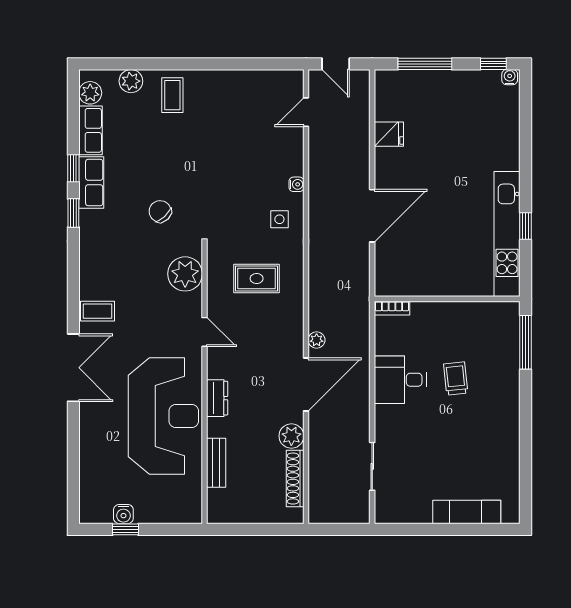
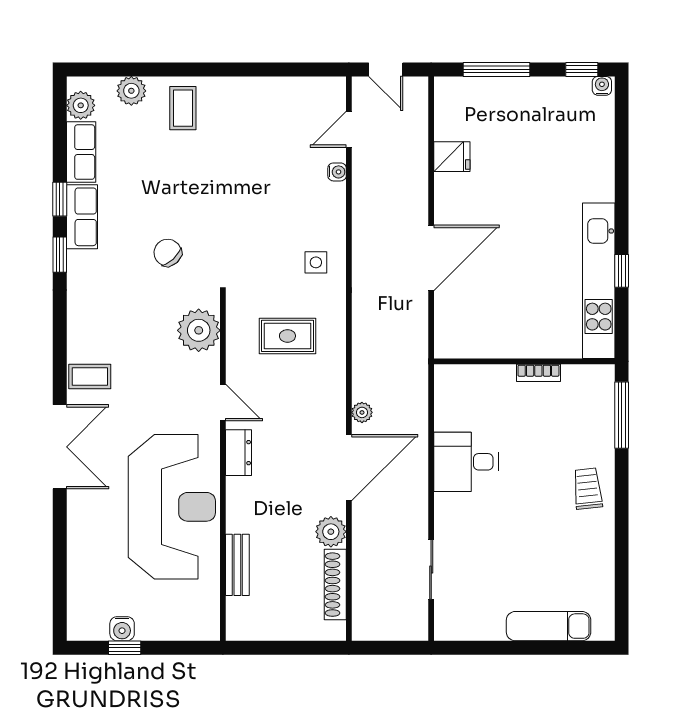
water cooler: (296, 184) -> (337, 172), moved
bookcase: (392, 308) -> (538, 373), moved
trolley: (456, 379) -> (588, 489), moved
dresser: (217, 398) -> (238, 453), moved

